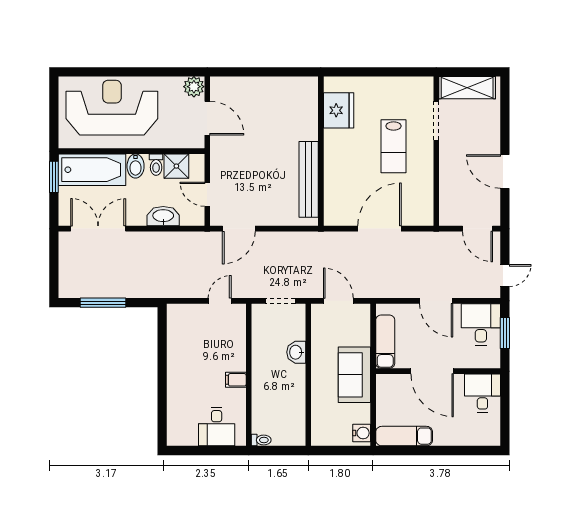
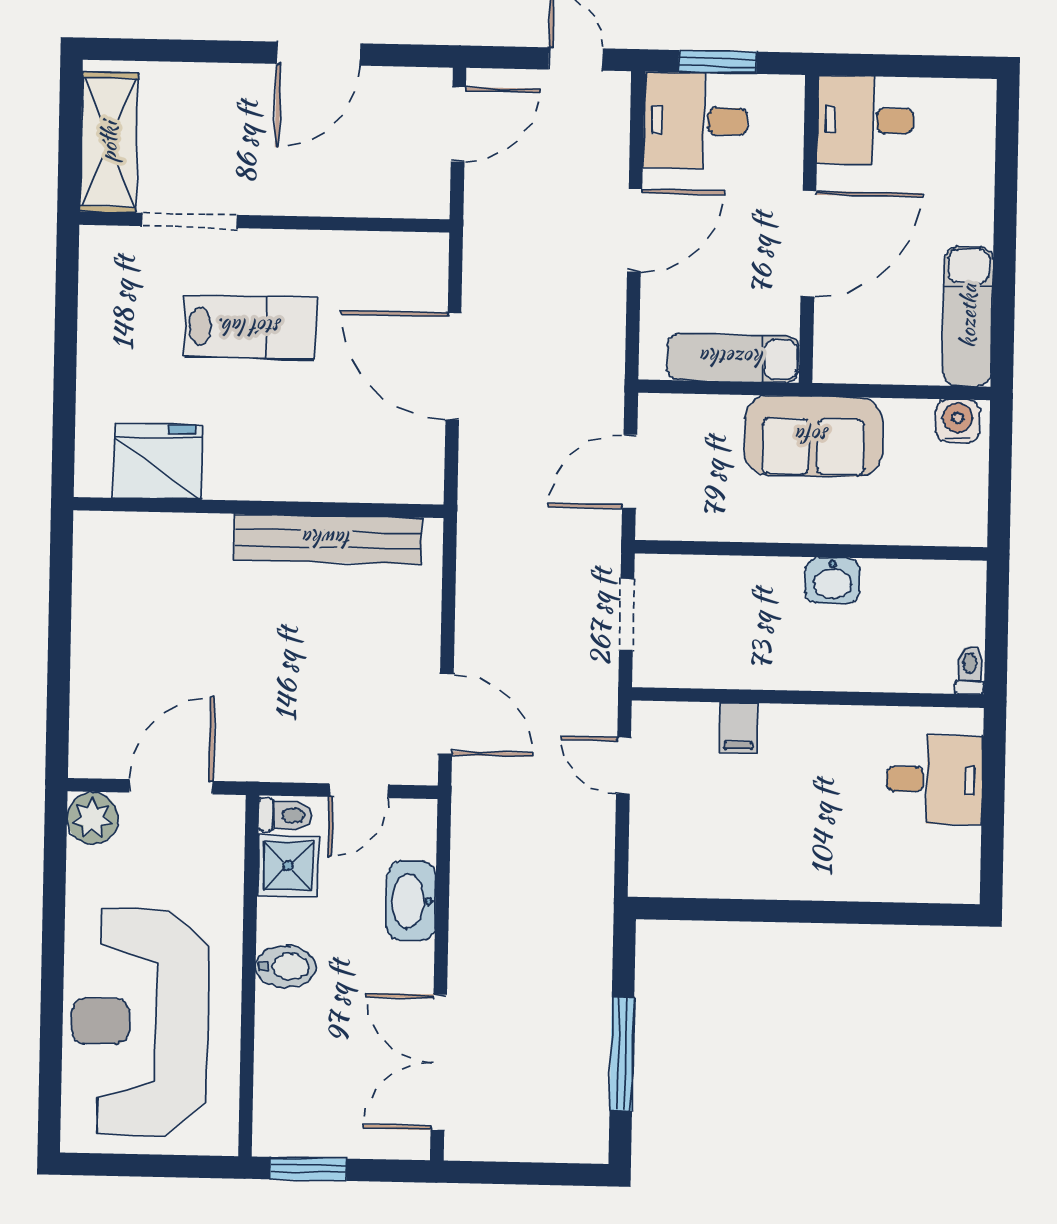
toilet: (156, 165) -> (286, 815), moved
bathtub: (92, 170) -> (293, 1074), removed
washbasin: (296, 352) -> (832, 581), moved
filing cabinet: (236, 380) -> (739, 728), moved

